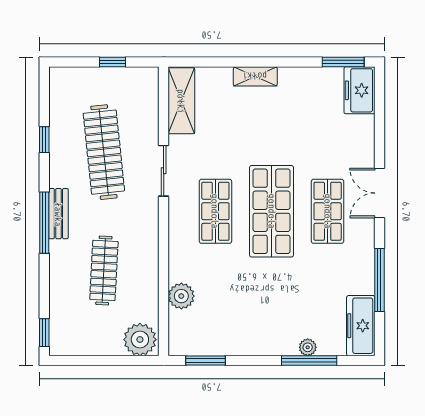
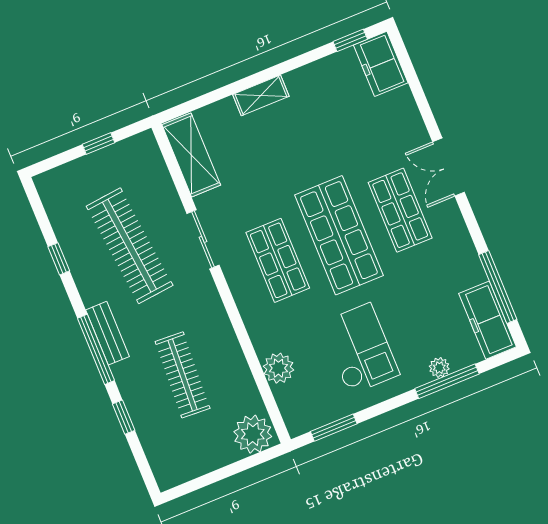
window: (343, 62) -> (350, 40), width x0.67
window: (379, 280) -> (498, 287), moved
checkout: (251, 307) -> (360, 349), added
window: (44, 333) -> (124, 417), moved

